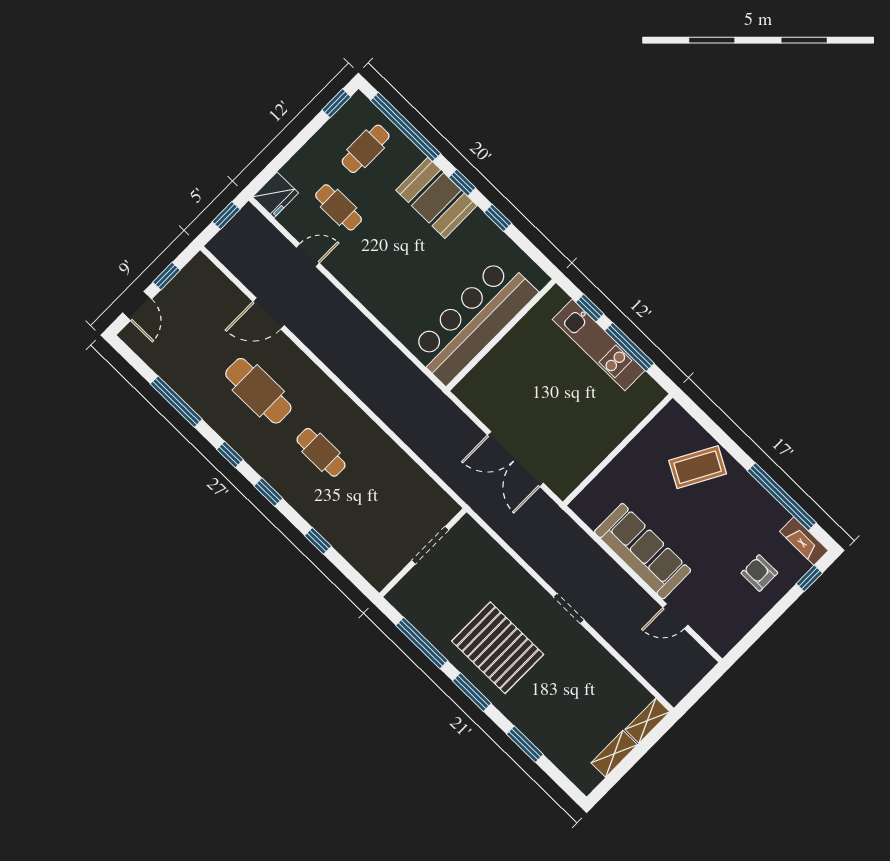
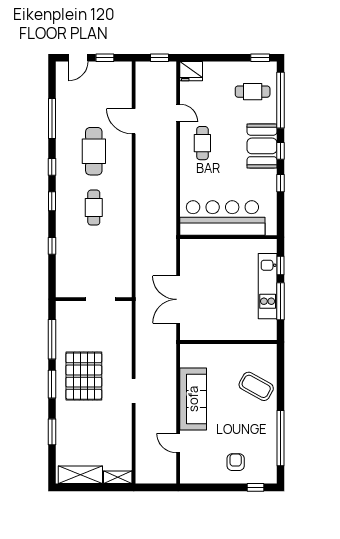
cafe table: (339, 207) -> (202, 143), moved
fireplace: (804, 541) -> (270, 468), removed
shelving: (614, 754) -> (80, 475), width x1.50, depth x1.33

